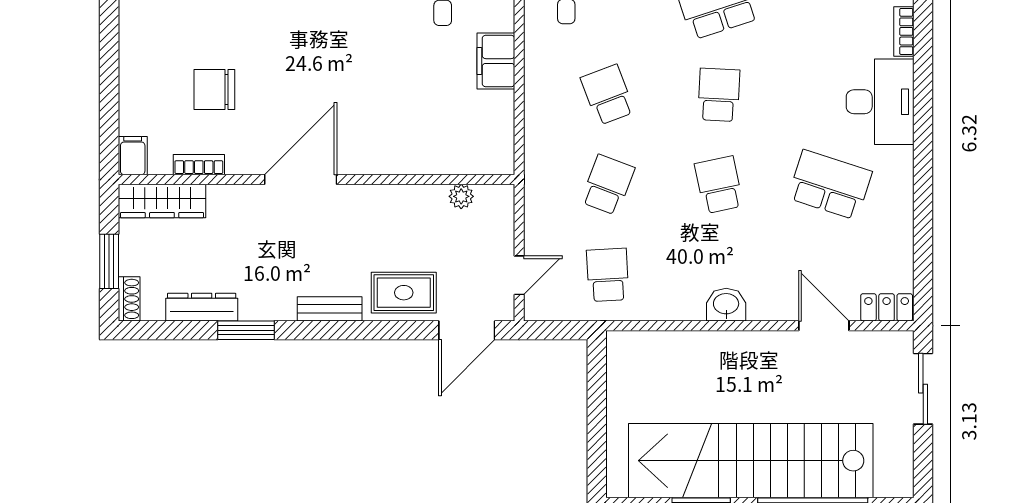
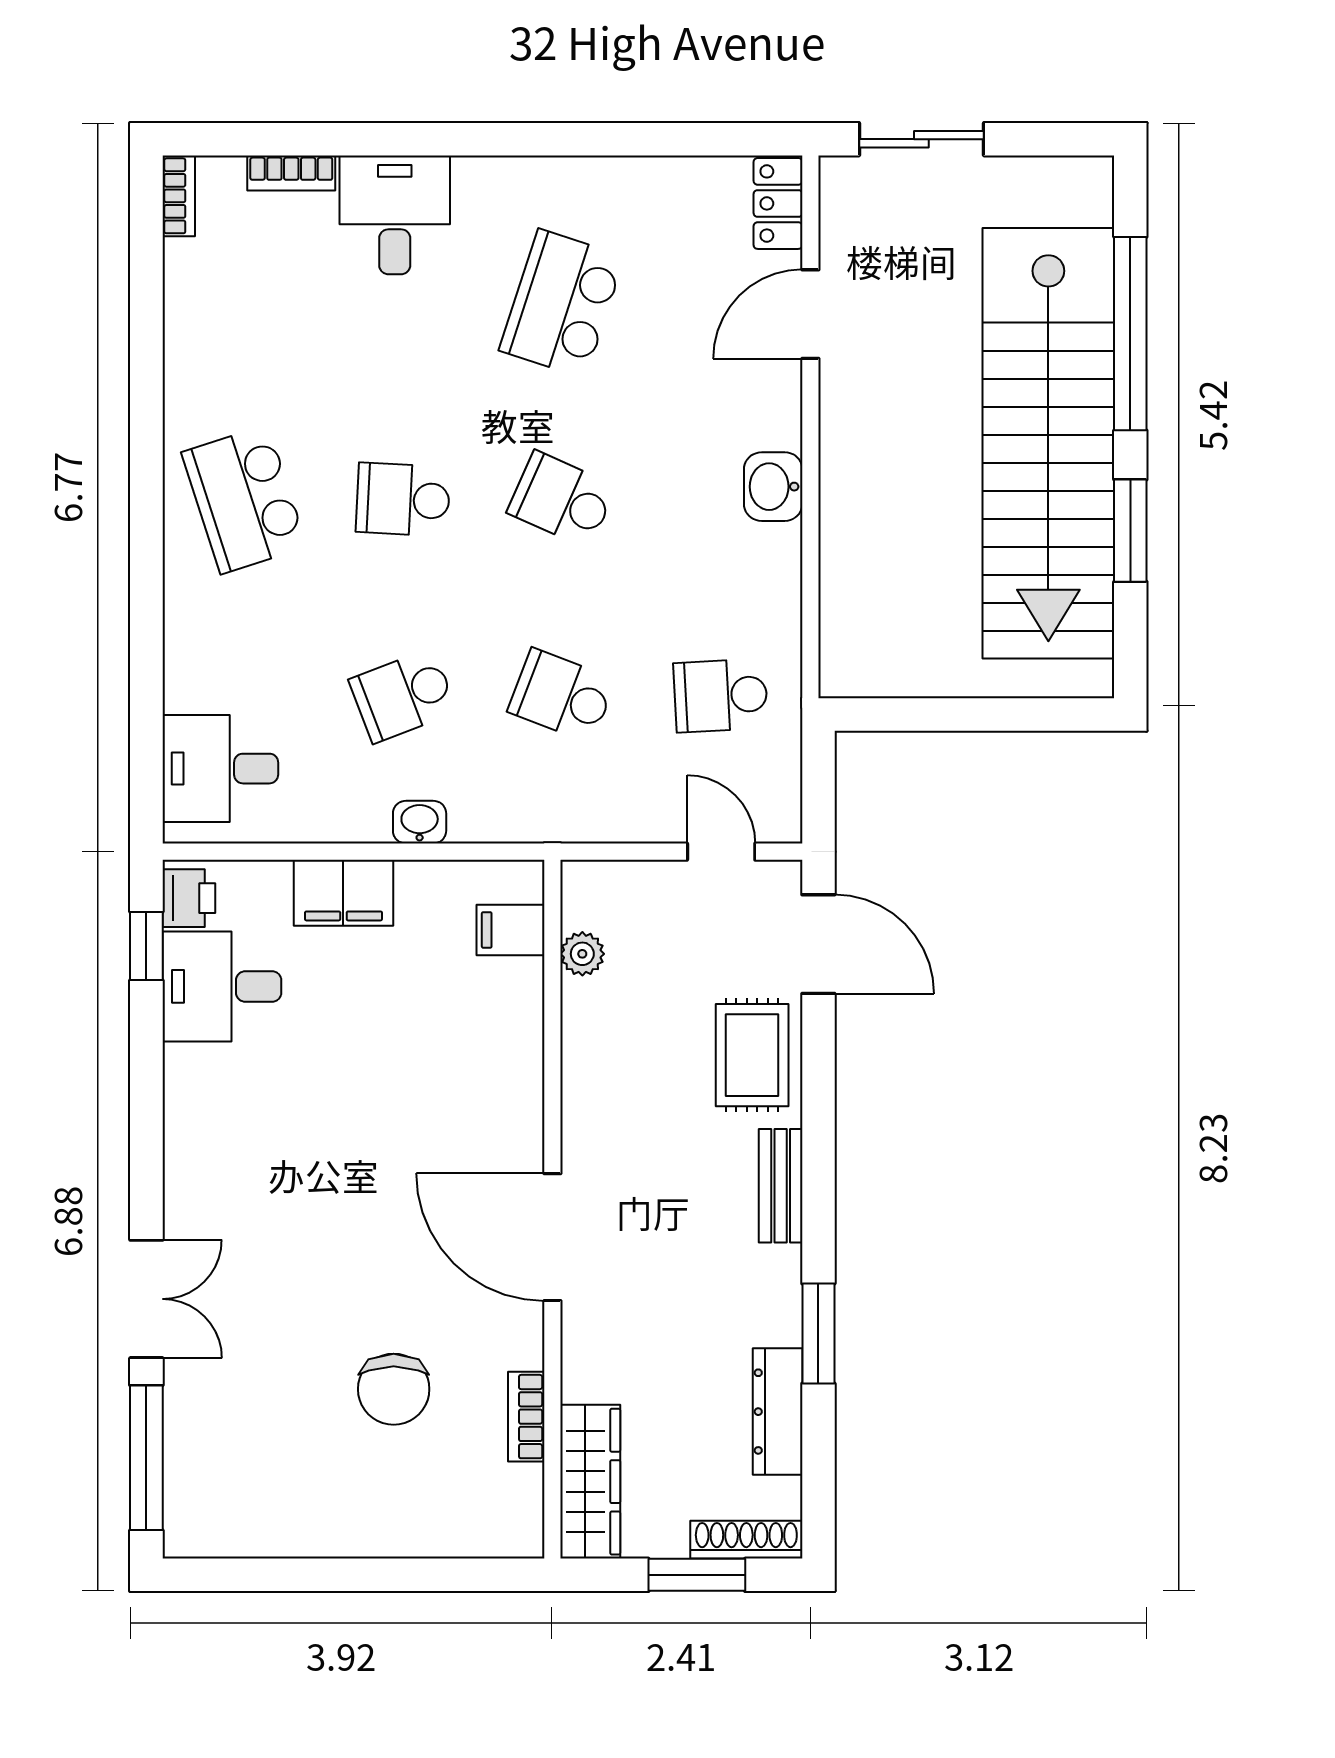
desk: (880, 102) -> (395, 215), width x0.73
washbasin: (536, 104) -> (420, 822), added
filing cabinet: (133, 156) -> (510, 930), moved
school desk: (719, 185) -> (562, 499), turned 36
shoe rack: (129, 299) -> (746, 1540), width x1.43

